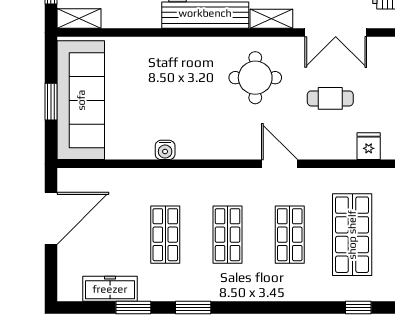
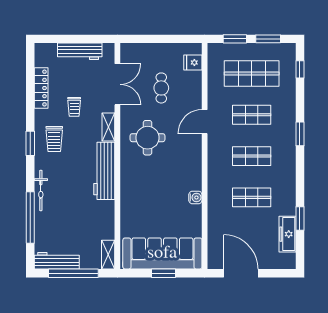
window: (193, 308) -> (300, 134), moved

